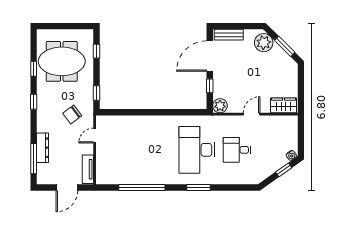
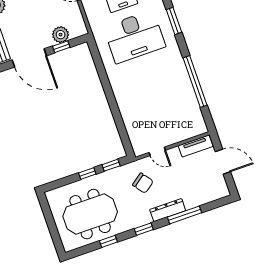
window: (96, 51) -> (87, 173), moved
meeting table: (62, 61) -> (90, 214), turned 90
plant: (220, 106) -> (61, 35), moved
dresser: (43, 148) -> (168, 210), moved
window: (34, 159) -> (185, 215), moved

